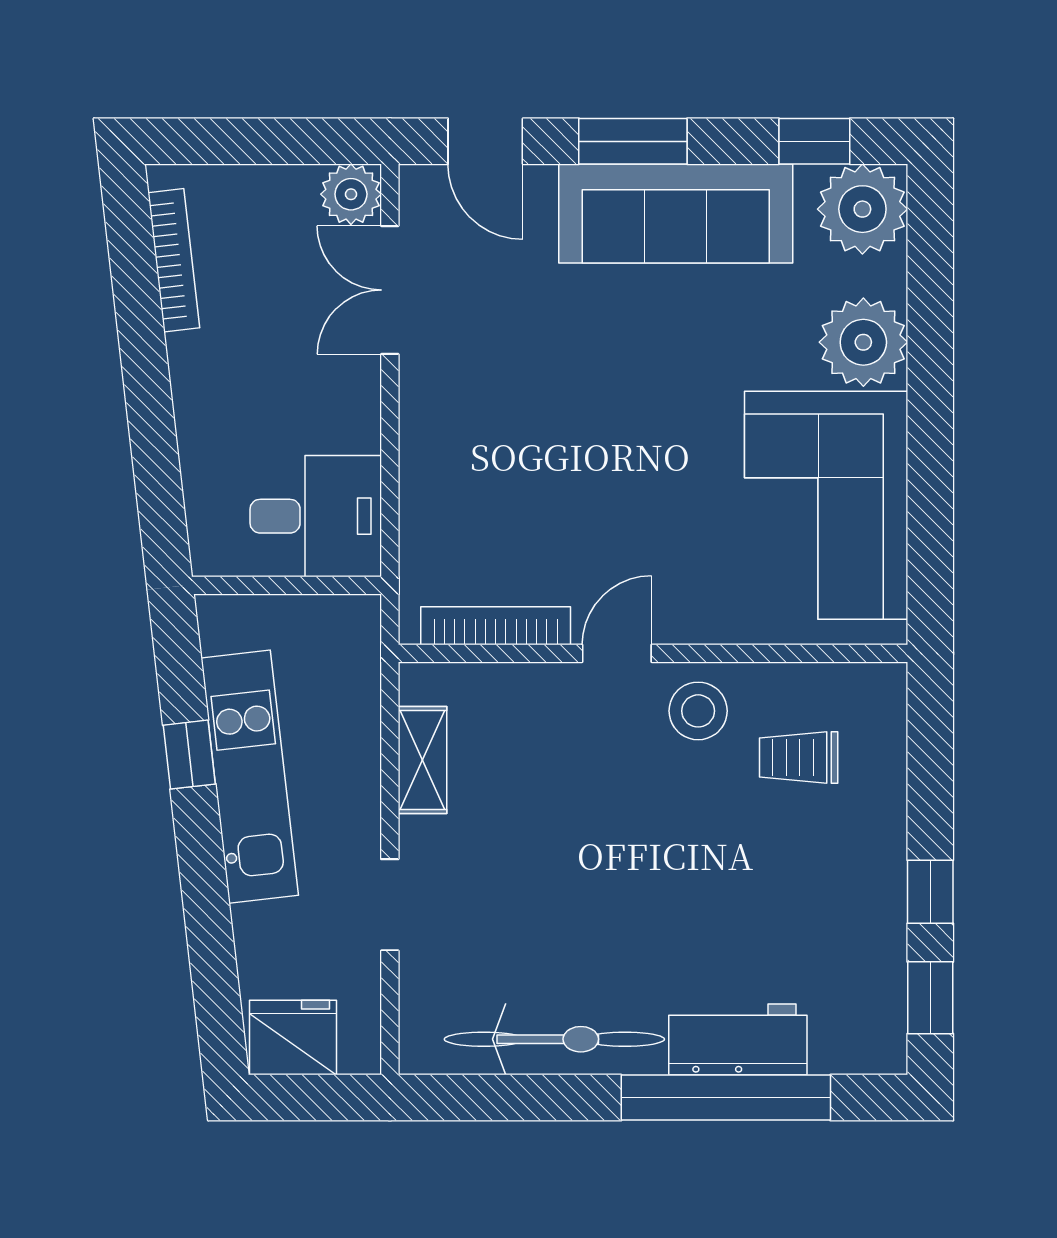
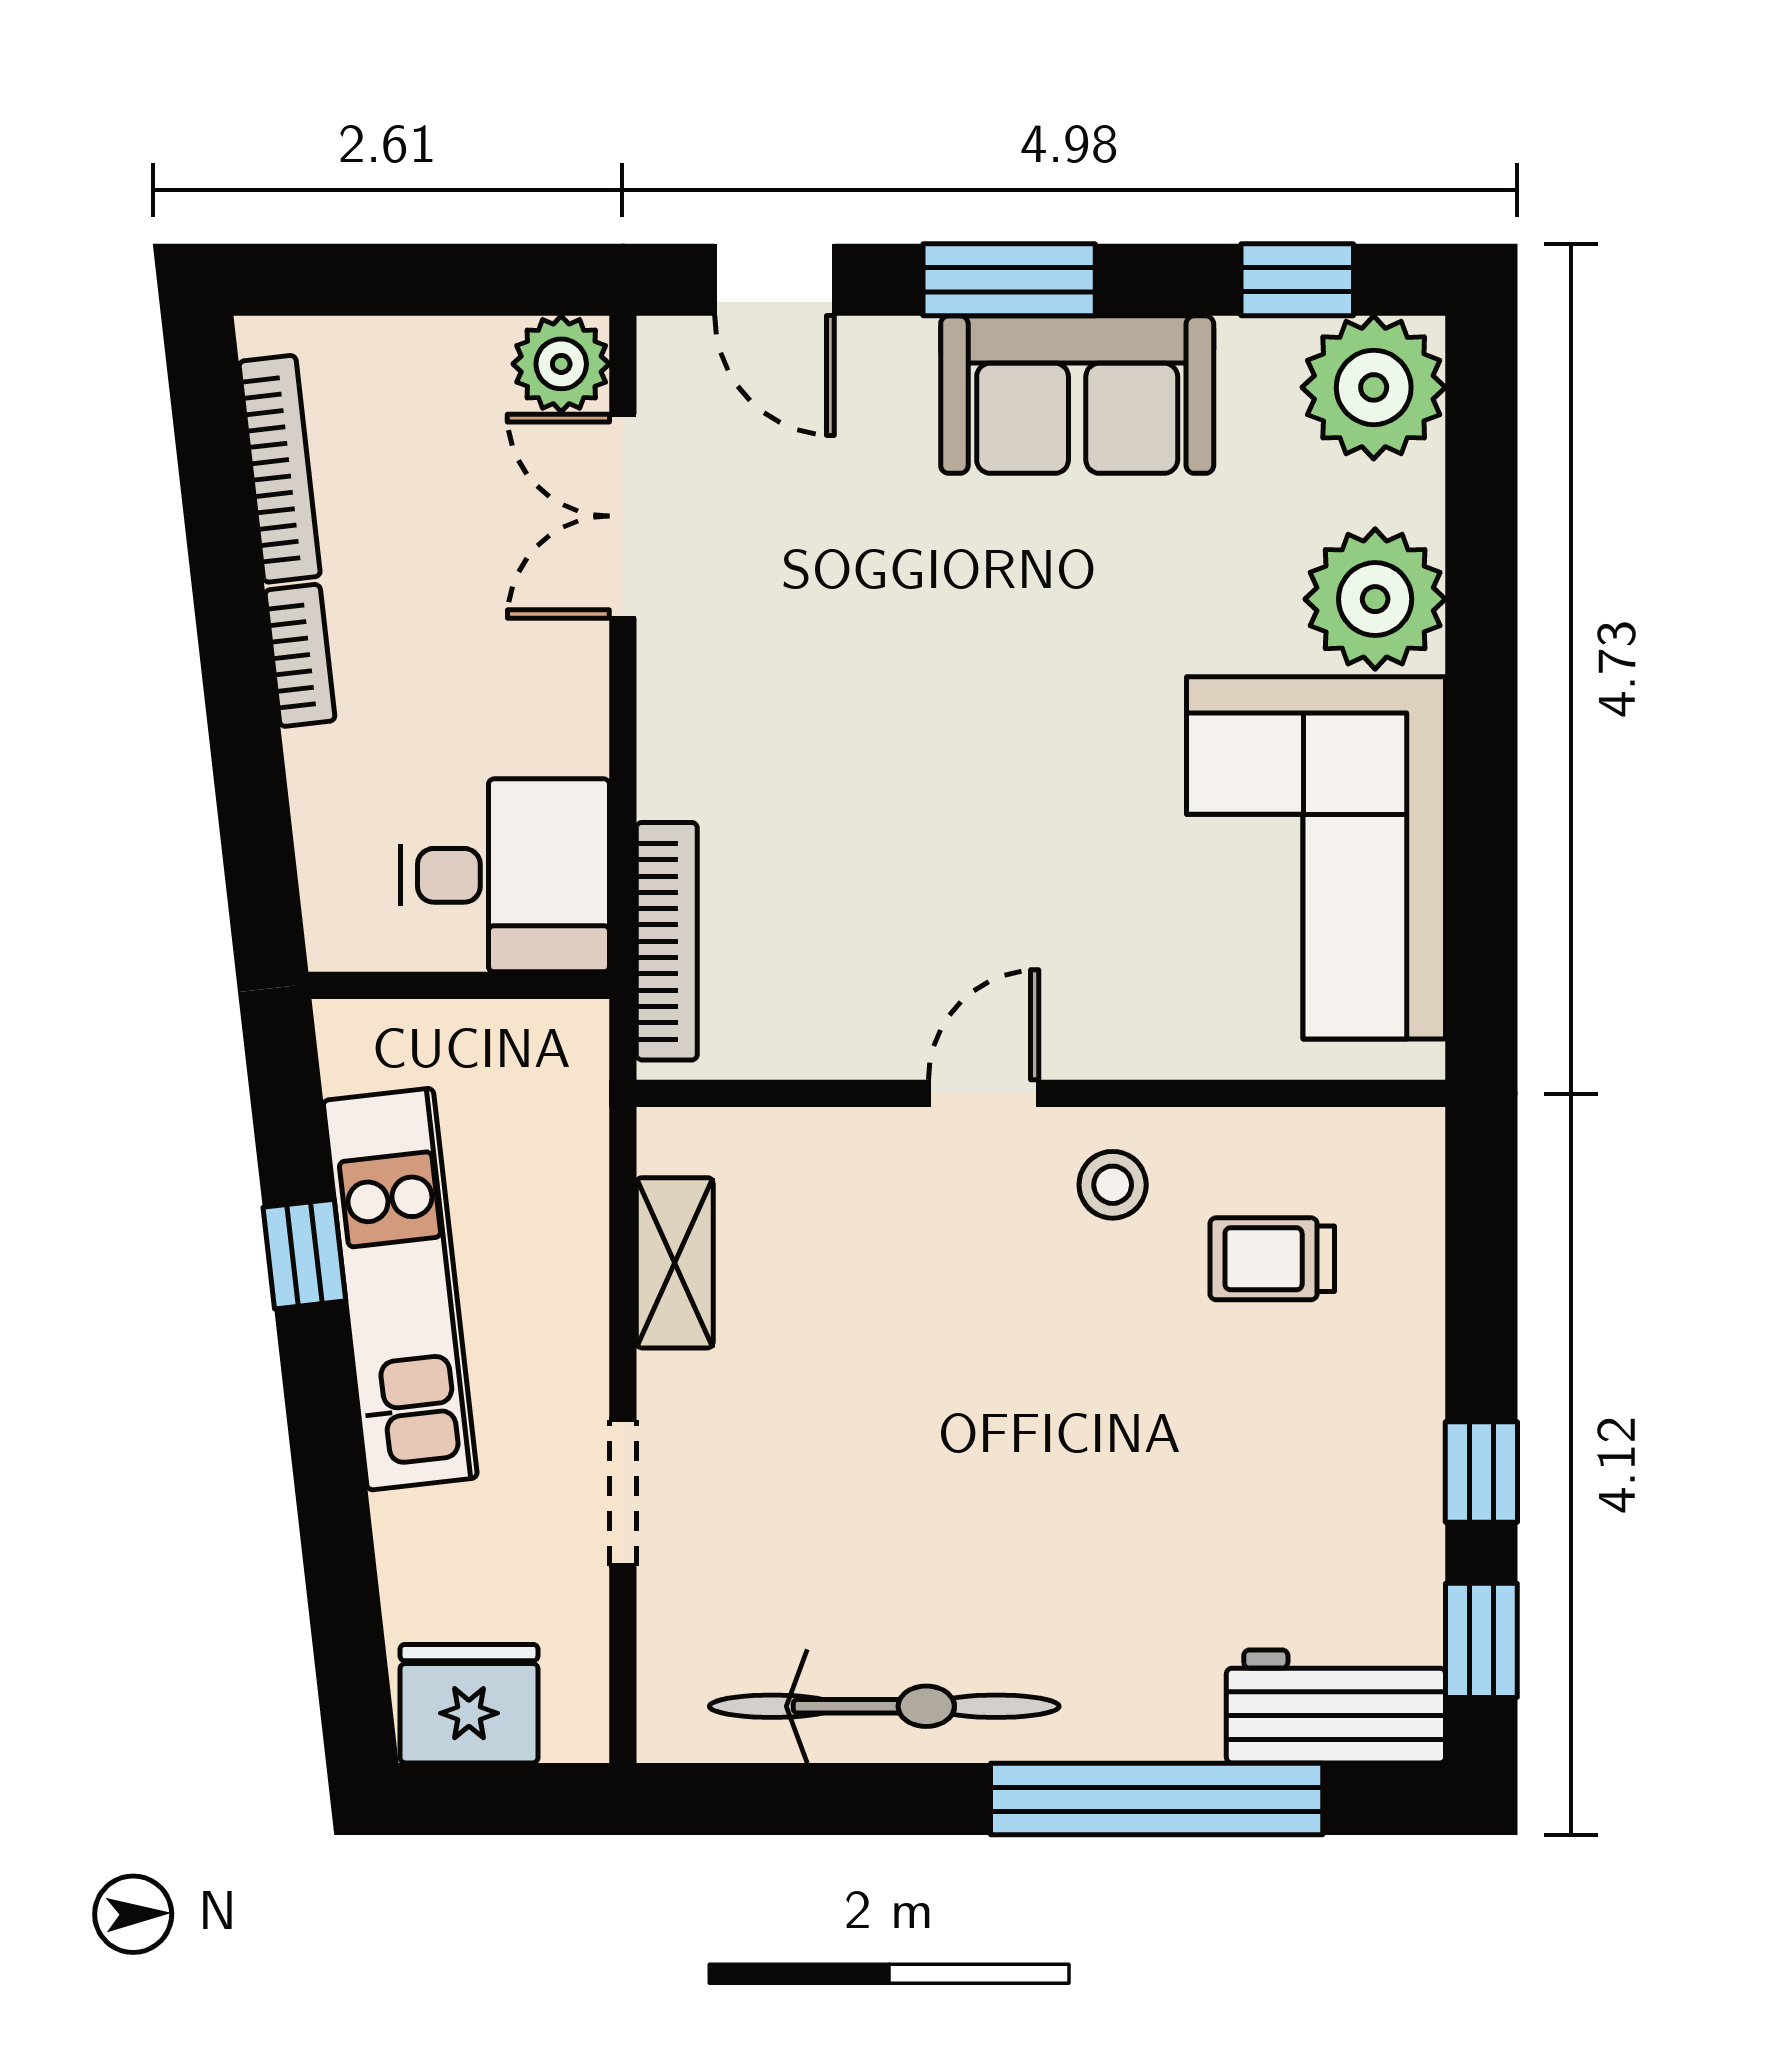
sofa: (676, 214) -> (1077, 395), width x0.73
bookcase: (187, 378) -> (300, 655), added
bookcase: (496, 626) -> (667, 941), moved, turned 90
stool: (698, 711) -> (1113, 1185), width x0.73, depth x0.73
workbench: (738, 1039) -> (1336, 1706), moved

